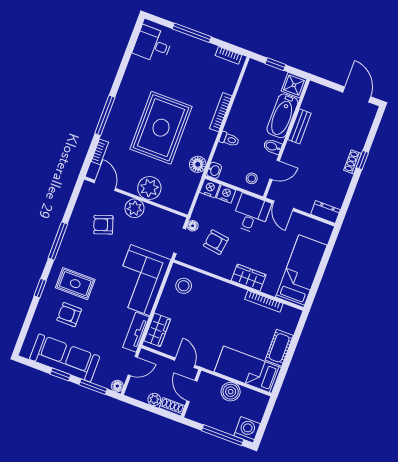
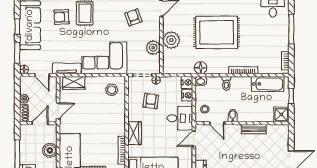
bathtub: (282, 116) -> (268, 84), moved, turned 180
plant: (134, 208) -> (153, 48), moved
armchair: (69, 315) -> (61, 17), turned -93

